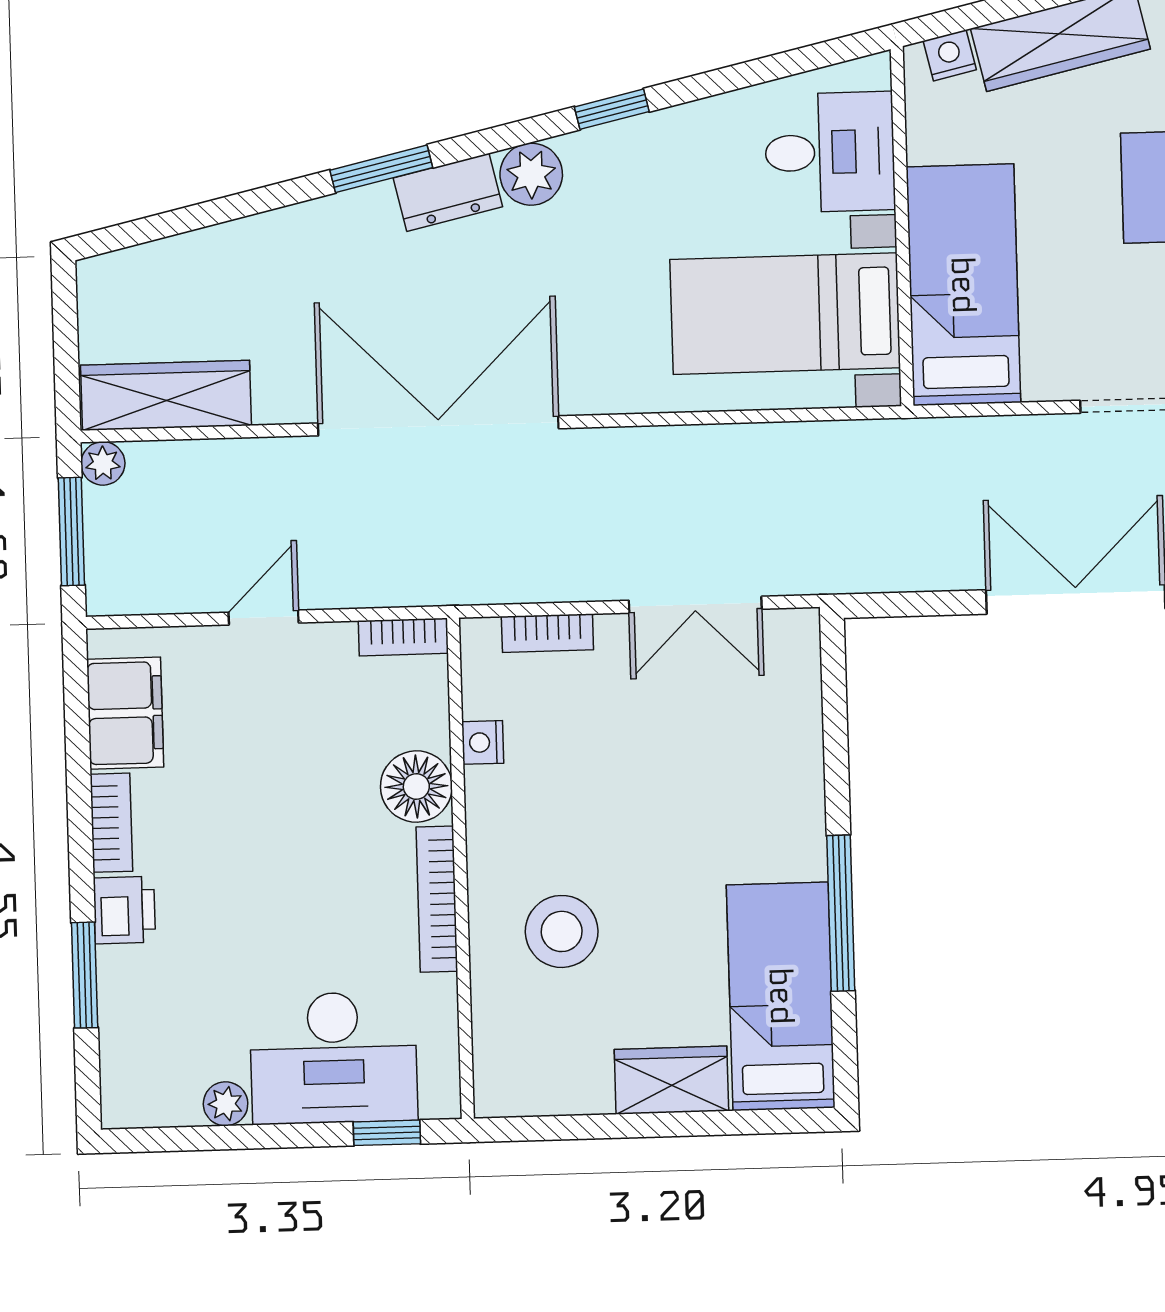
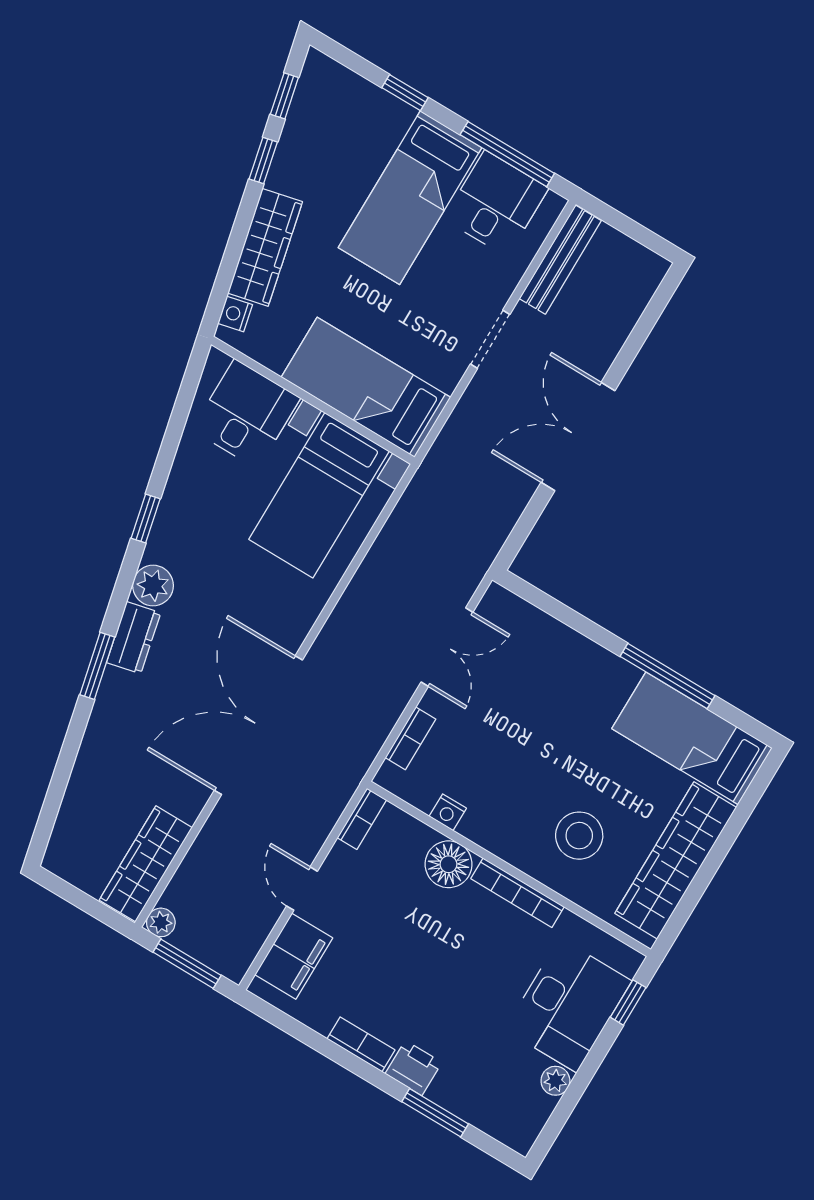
filing cabinet: (125, 713) -> (294, 956), moved, turned 90
wardrobe: (671, 1080) -> (676, 860), width x2.10, depth x1.17

